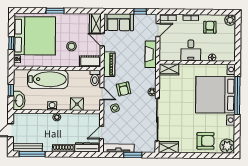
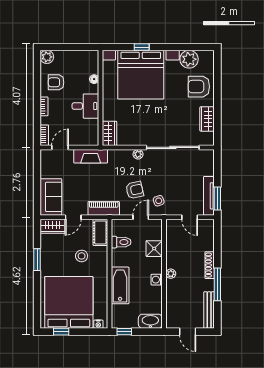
window: (55, 11) -> (37, 260), moved
window: (140, 11) -> (37, 170), removed
door: (158, 30) -> (60, 147), hinge flipped
window: (11, 43) -> (61, 332), moved
toilet: (95, 78) -> (121, 242), moved
bathtub: (48, 79) -> (120, 285), width x0.73, depth x0.73
window: (11, 90) -> (124, 332), moved
window: (237, 96) -> (142, 47), width x0.32
armchair: (205, 141) -> (199, 87), turned -90
plant: (227, 146) -> (189, 59), moved
dresser: (87, 147) -> (208, 236), removed
wardrobe: (168, 147) -> (207, 119), moved
window: (32, 154) -> (217, 284), moved
window: (133, 155) -> (217, 198), moved

